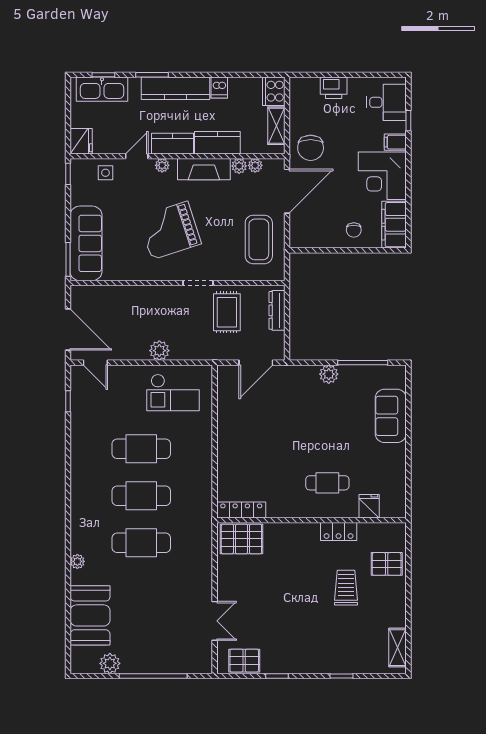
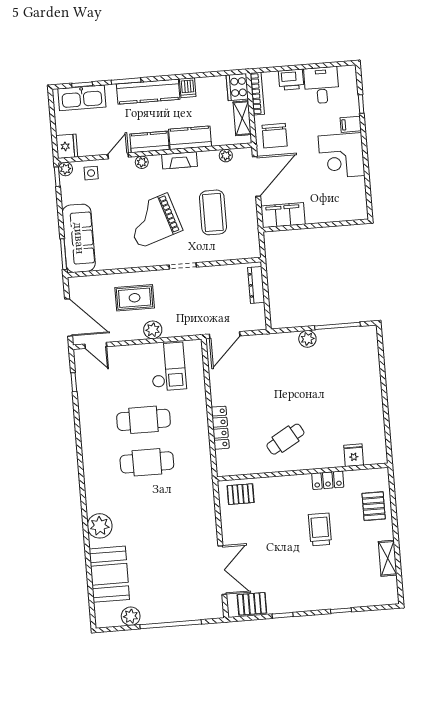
bookcase: (295, 100) -> (257, 94), added
desk: (386, 102) -> (322, 85), moved, turned -90
plant: (239, 166) -> (65, 169), moved
fireplace: (204, 169) -> (180, 160), width x0.73, depth x0.76
filing cabinet: (394, 225) -> (283, 215), moved, turned 90
chair: (354, 230) -> (320, 207), removed
coffee table: (259, 239) -> (213, 212), moved
rug: (227, 312) -> (135, 298), moved, turned 90
door: (256, 363) -> (225, 335), moved
checkout: (173, 392) -> (168, 367), turned -90
sofa: (391, 416) -> (367, 372), removed
cafe table: (327, 483) -> (285, 439), moved, turned -30
locker: (241, 510) -> (220, 428), moved, turned 90
pallet: (241, 539) -> (241, 494), width x0.67, depth x0.71
cafe table: (141, 543) -> (150, 505), removed
plant: (77, 561) -> (100, 526), width x1.87, depth x1.87
pallet: (387, 564) -> (374, 506), turned 90
trolley: (346, 588) -> (320, 529), moved
double door: (215, 621) -> (222, 570), width x1.37
shelving: (398, 648) -> (388, 558), moved

